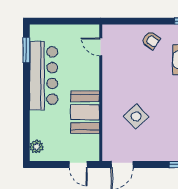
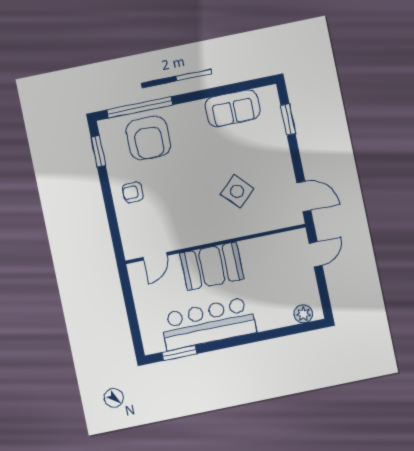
armchair: (151, 40) -> (133, 192), turned -125
booth: (85, 112) -> (212, 266), moved

